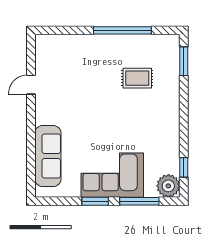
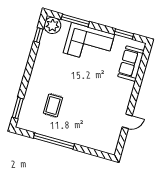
rug: (137, 78) -> (53, 105), turned 90
sofa: (48, 156) -> (131, 64), width x0.73
window: (95, 201) -> (124, 34), moved

